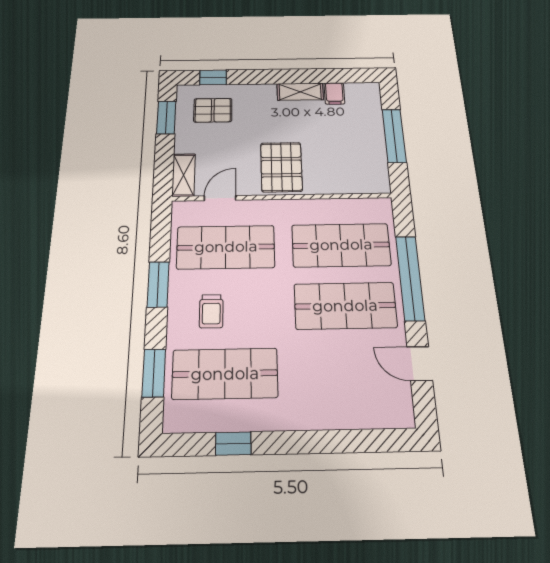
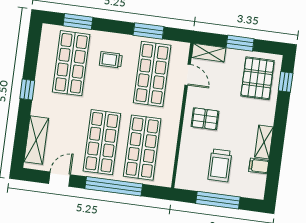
pallet: (213, 110) -> (257, 78), width x1.50, depth x1.42
window: (166, 117) -> (240, 43), moved
trolley: (344, 140) -> (220, 165), added
pallet: (281, 167) -> (205, 119), width x0.67, depth x0.71
window: (158, 284) -> (149, 31), moved
shelving: (364, 413) -> (36, 140), added
window: (233, 444) -> (27, 90), moved

